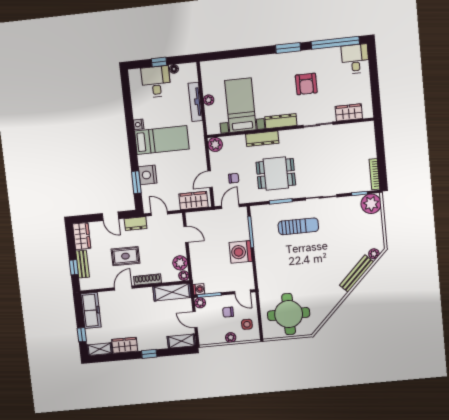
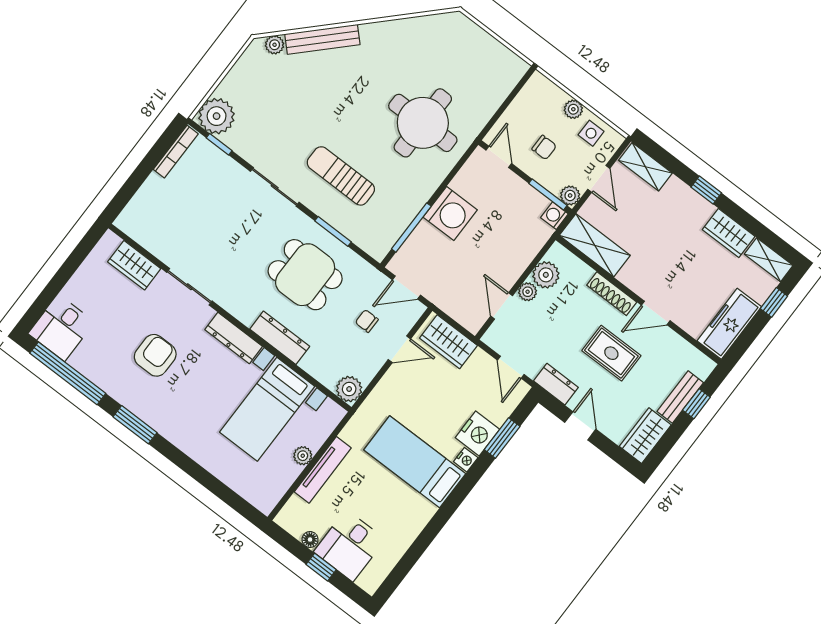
nightstand: (139, 124) -> (466, 460), moved
plant: (184, 276) -> (528, 292), moved
round table: (289, 314) -> (423, 123), moved
side table: (247, 324) -> (591, 133), moved

